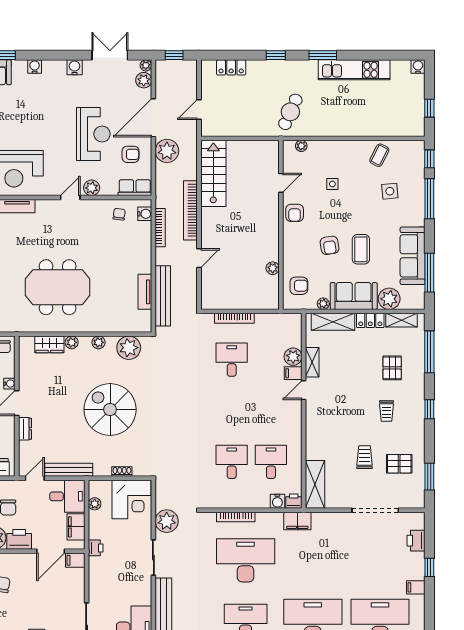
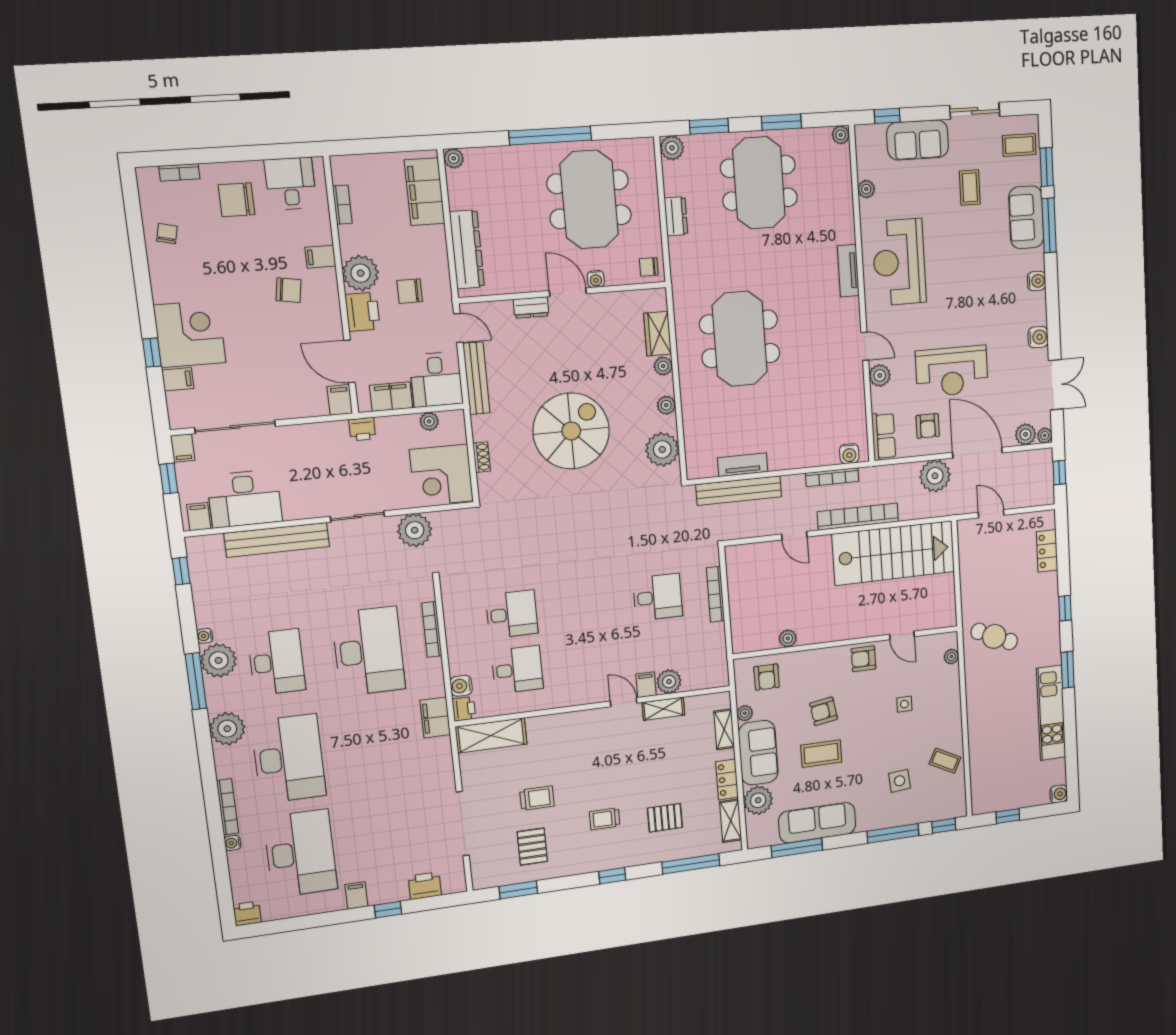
stairs: (213, 173) -> (894, 553), width x1.36, depth x1.51
chair: (119, 214) -> (846, 418), removed
shelving: (333, 322) -> (724, 729), width x0.67, depth x0.75

